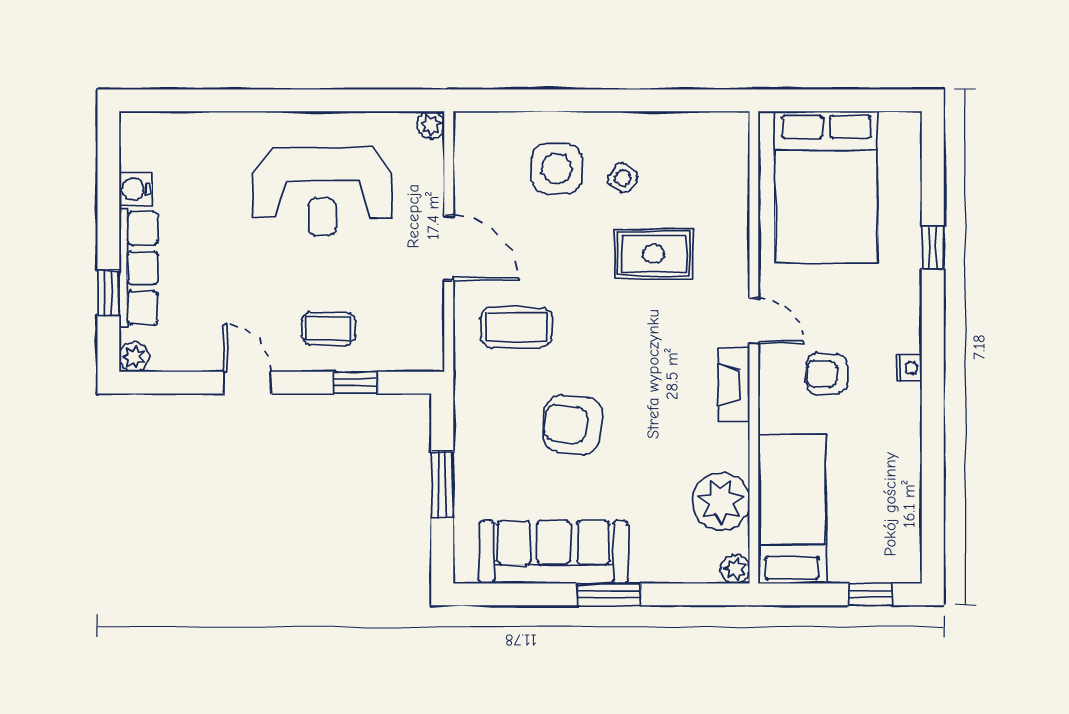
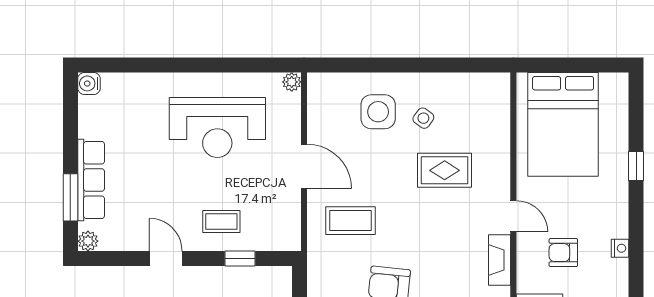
water cooler: (135, 189) -> (89, 83), moved
window: (108, 293) -> (70, 197), width x1.50

